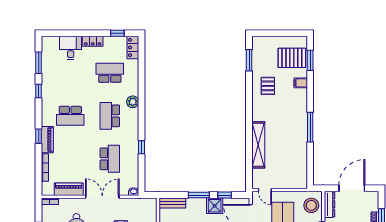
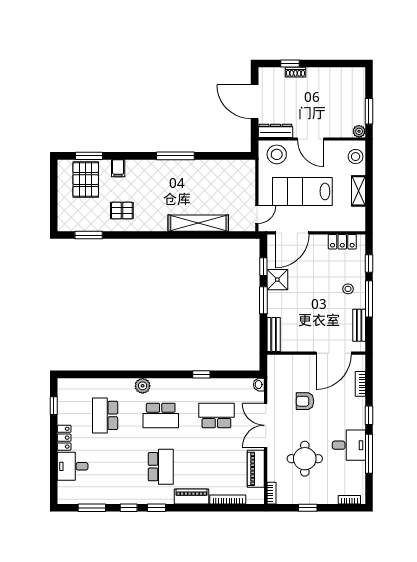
locker: (133, 47) -> (72, 386), removed
window: (39, 136) -> (156, 508), moved

